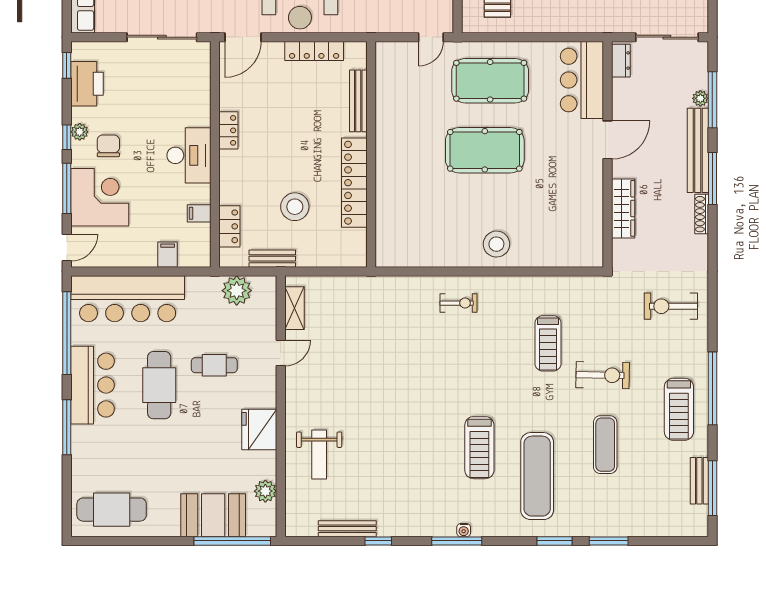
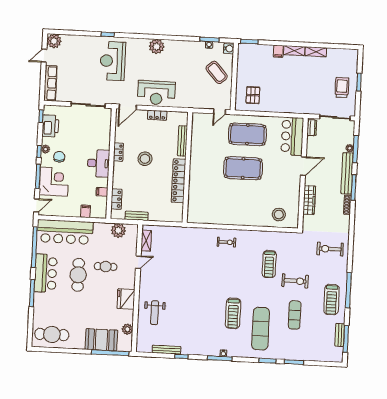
locker: (314, 51) -> (157, 115), width x0.66
stool: (295, 207) -> (145, 159), moved
stool: (496, 244) -> (279, 215), moved

